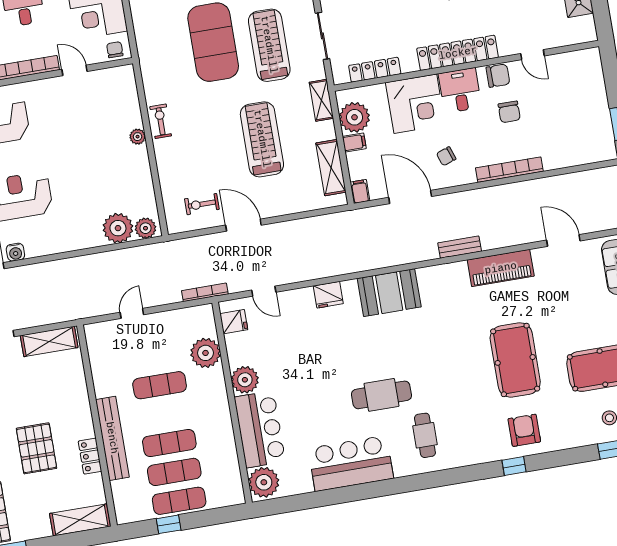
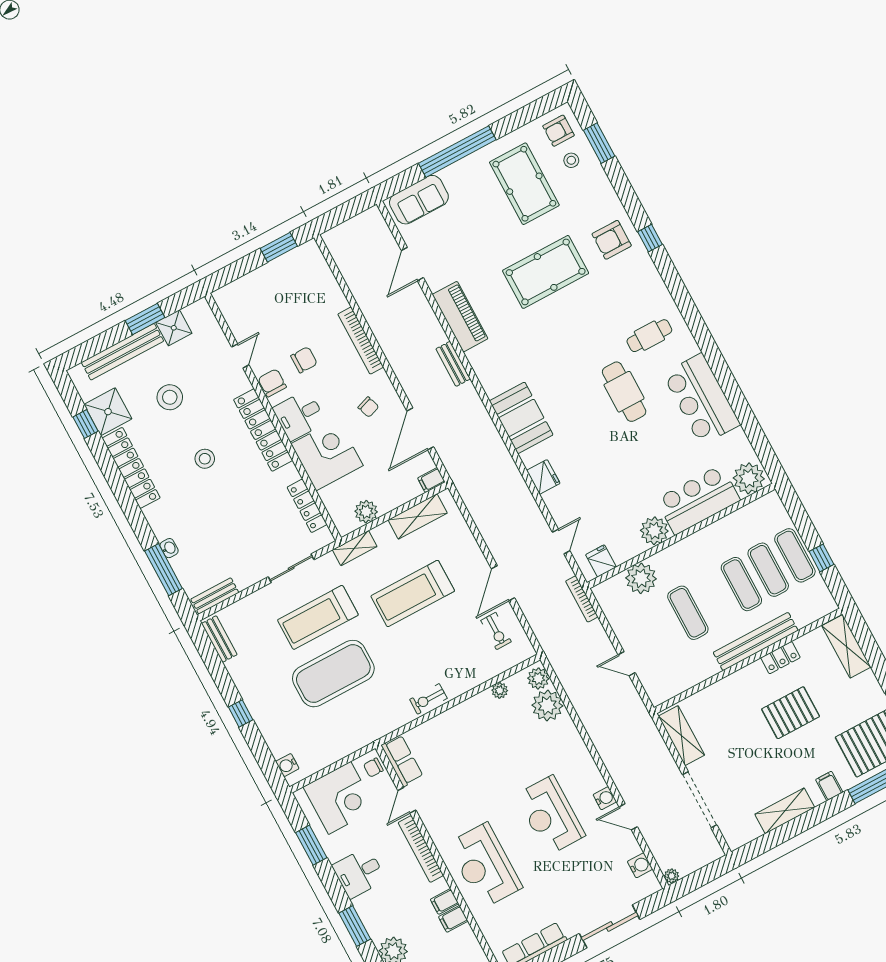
row of seats: (112, 78) -> (402, 761), added
plant: (354, 117) -> (366, 512), width x0.73, depth x0.73
plant: (138, 137) -> (500, 690), moved
filing cabinet: (354, 142) -> (385, 502), removed

